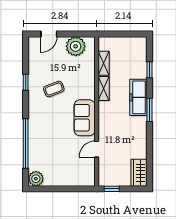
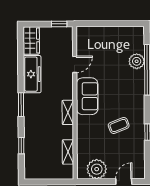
shelving: (104, 88) -> (68, 112), moved
freezer: (138, 97) -> (32, 74), moved
plant: (36, 179) -> (137, 61), moved

